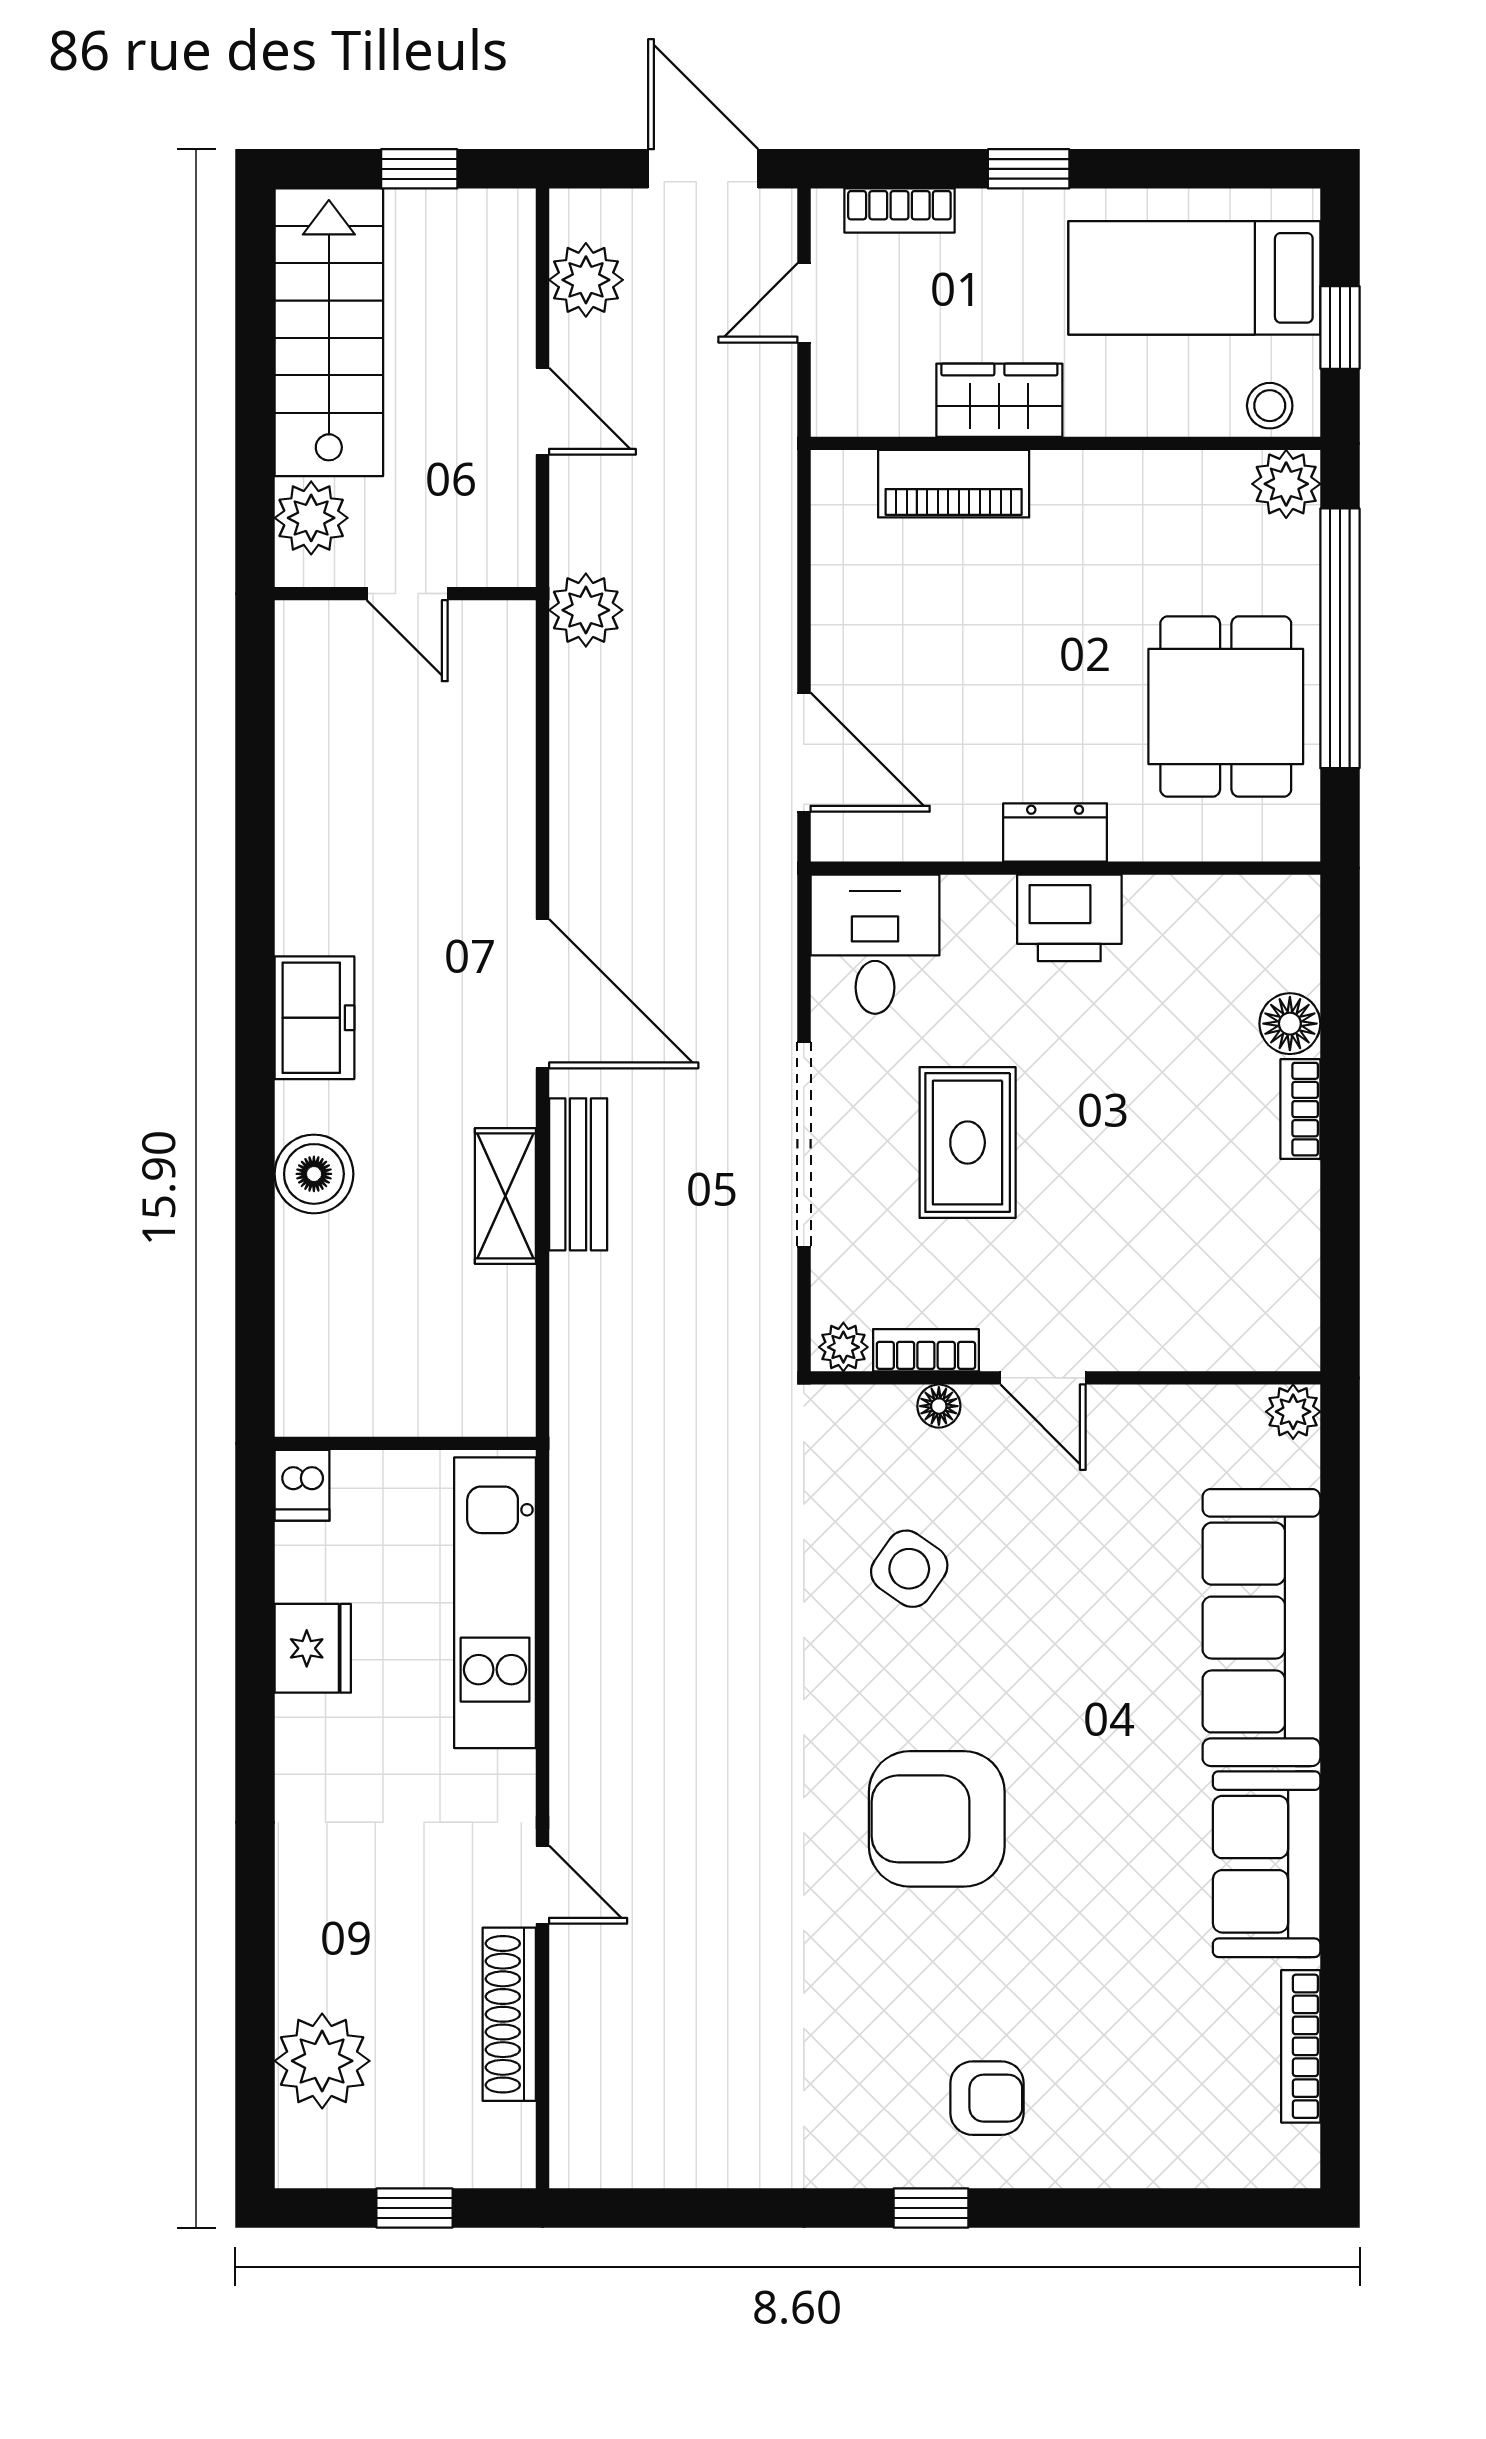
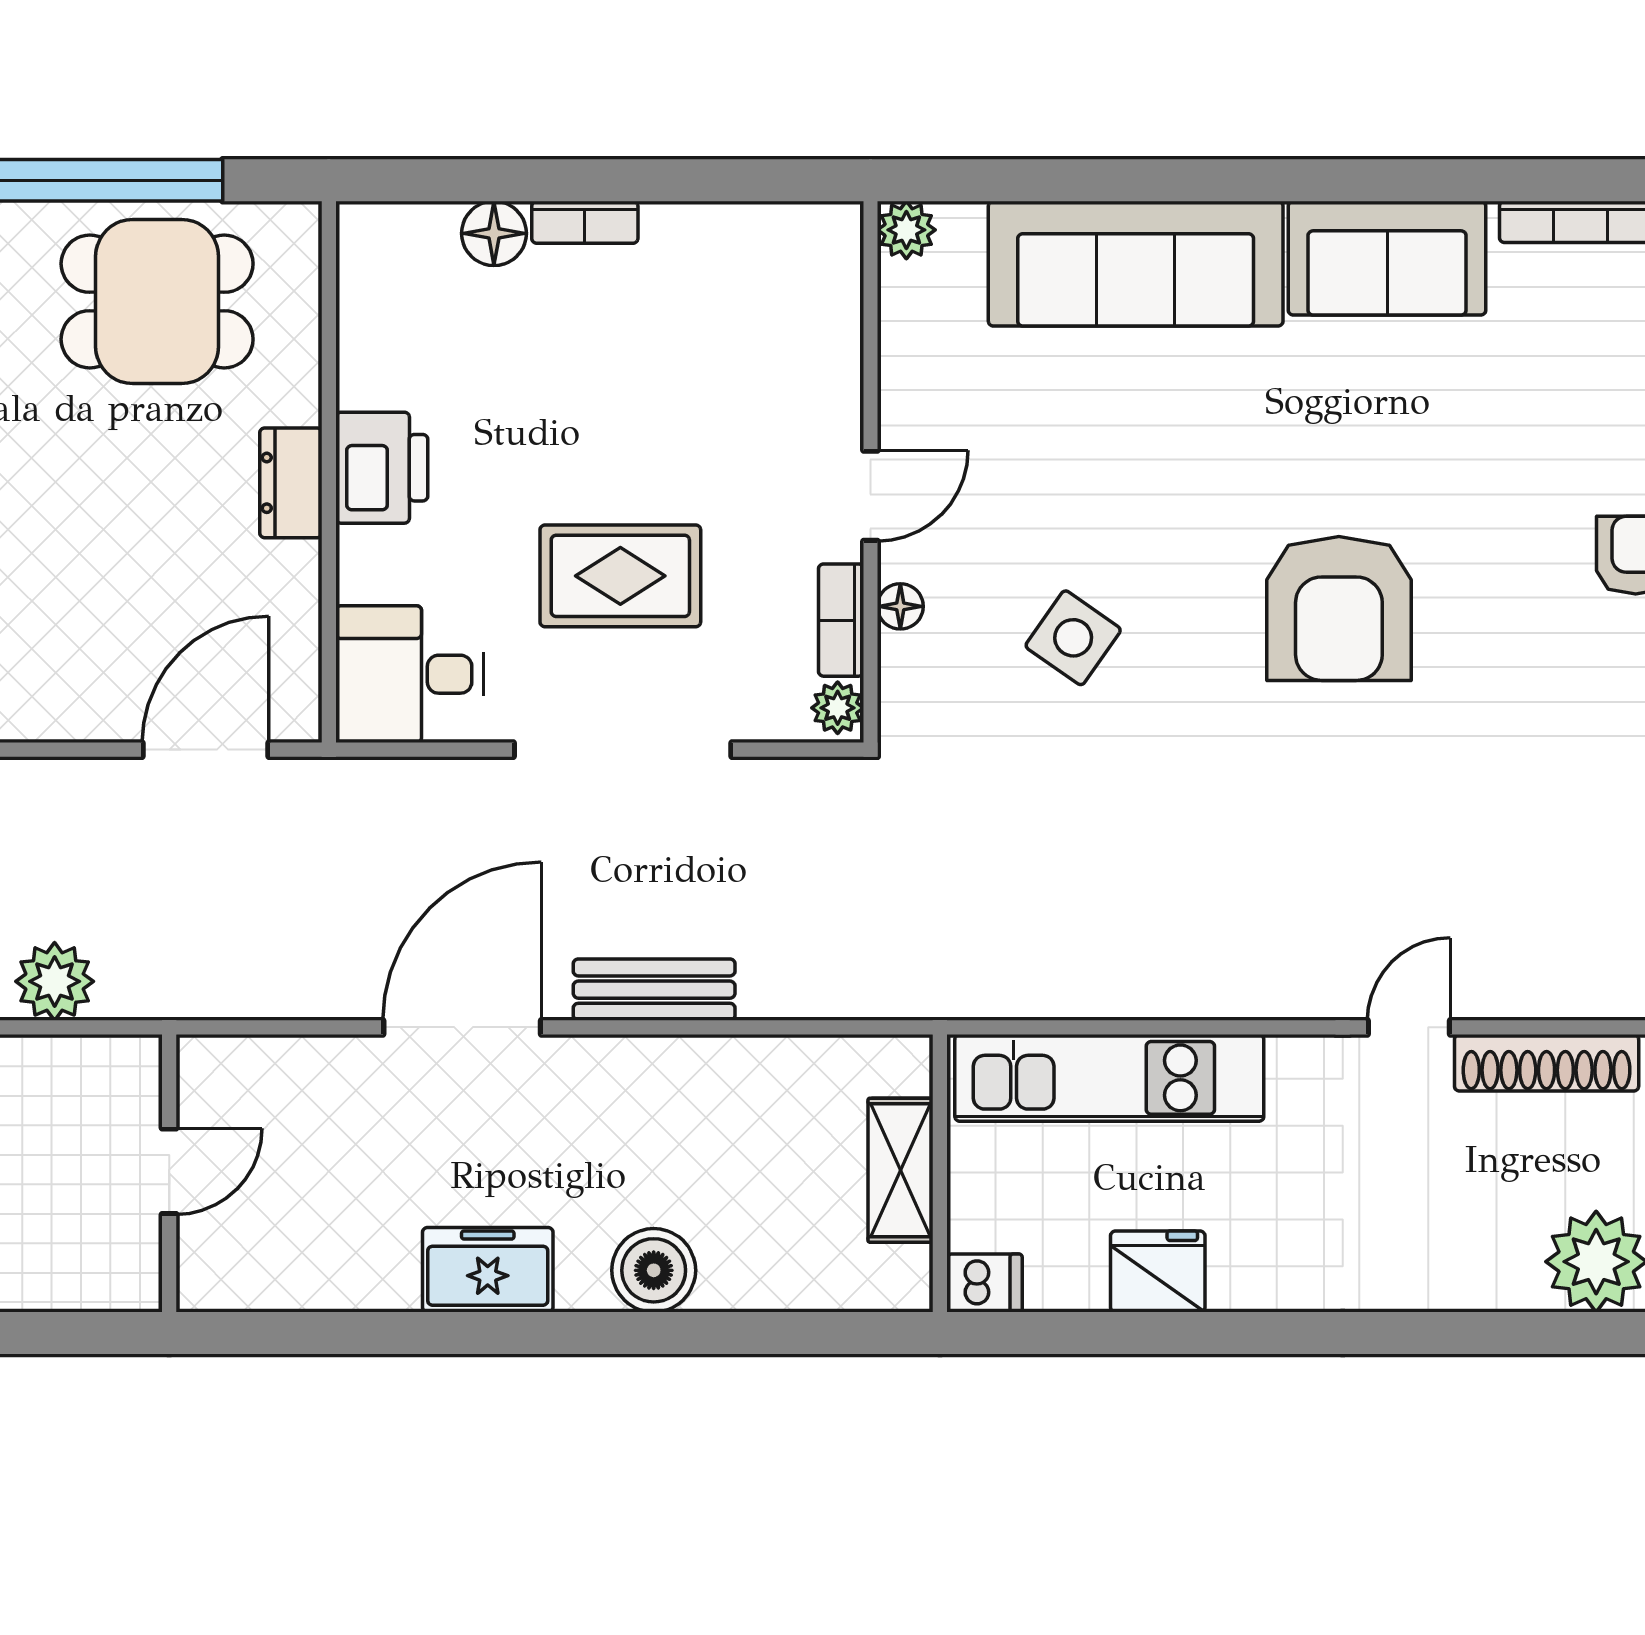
wall: (405, 594) -> (169, 1173), moved
door: (407, 594) -> (169, 1171), moved
shelving: (505, 1196) -> (901, 1170), moved, turned 90

